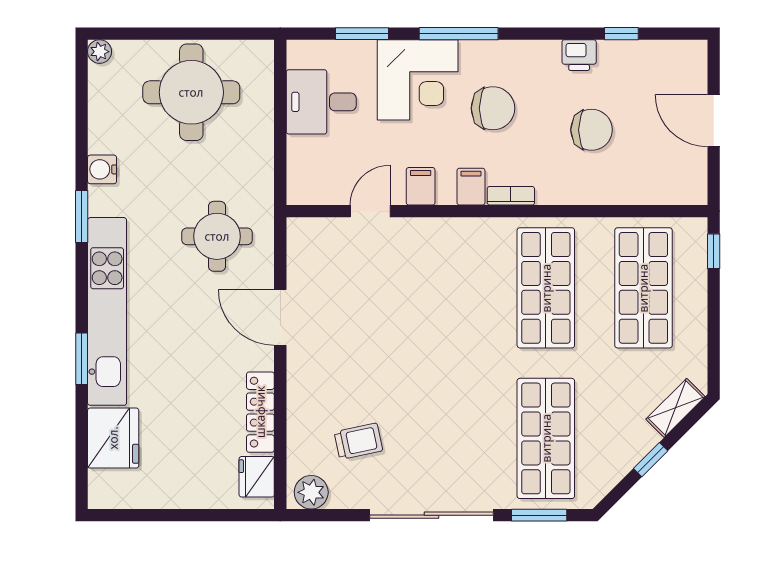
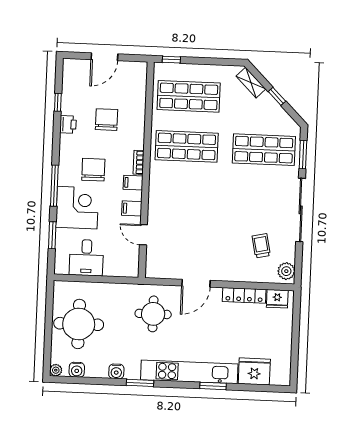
water cooler: (102, 92) -> (77, 370), added

